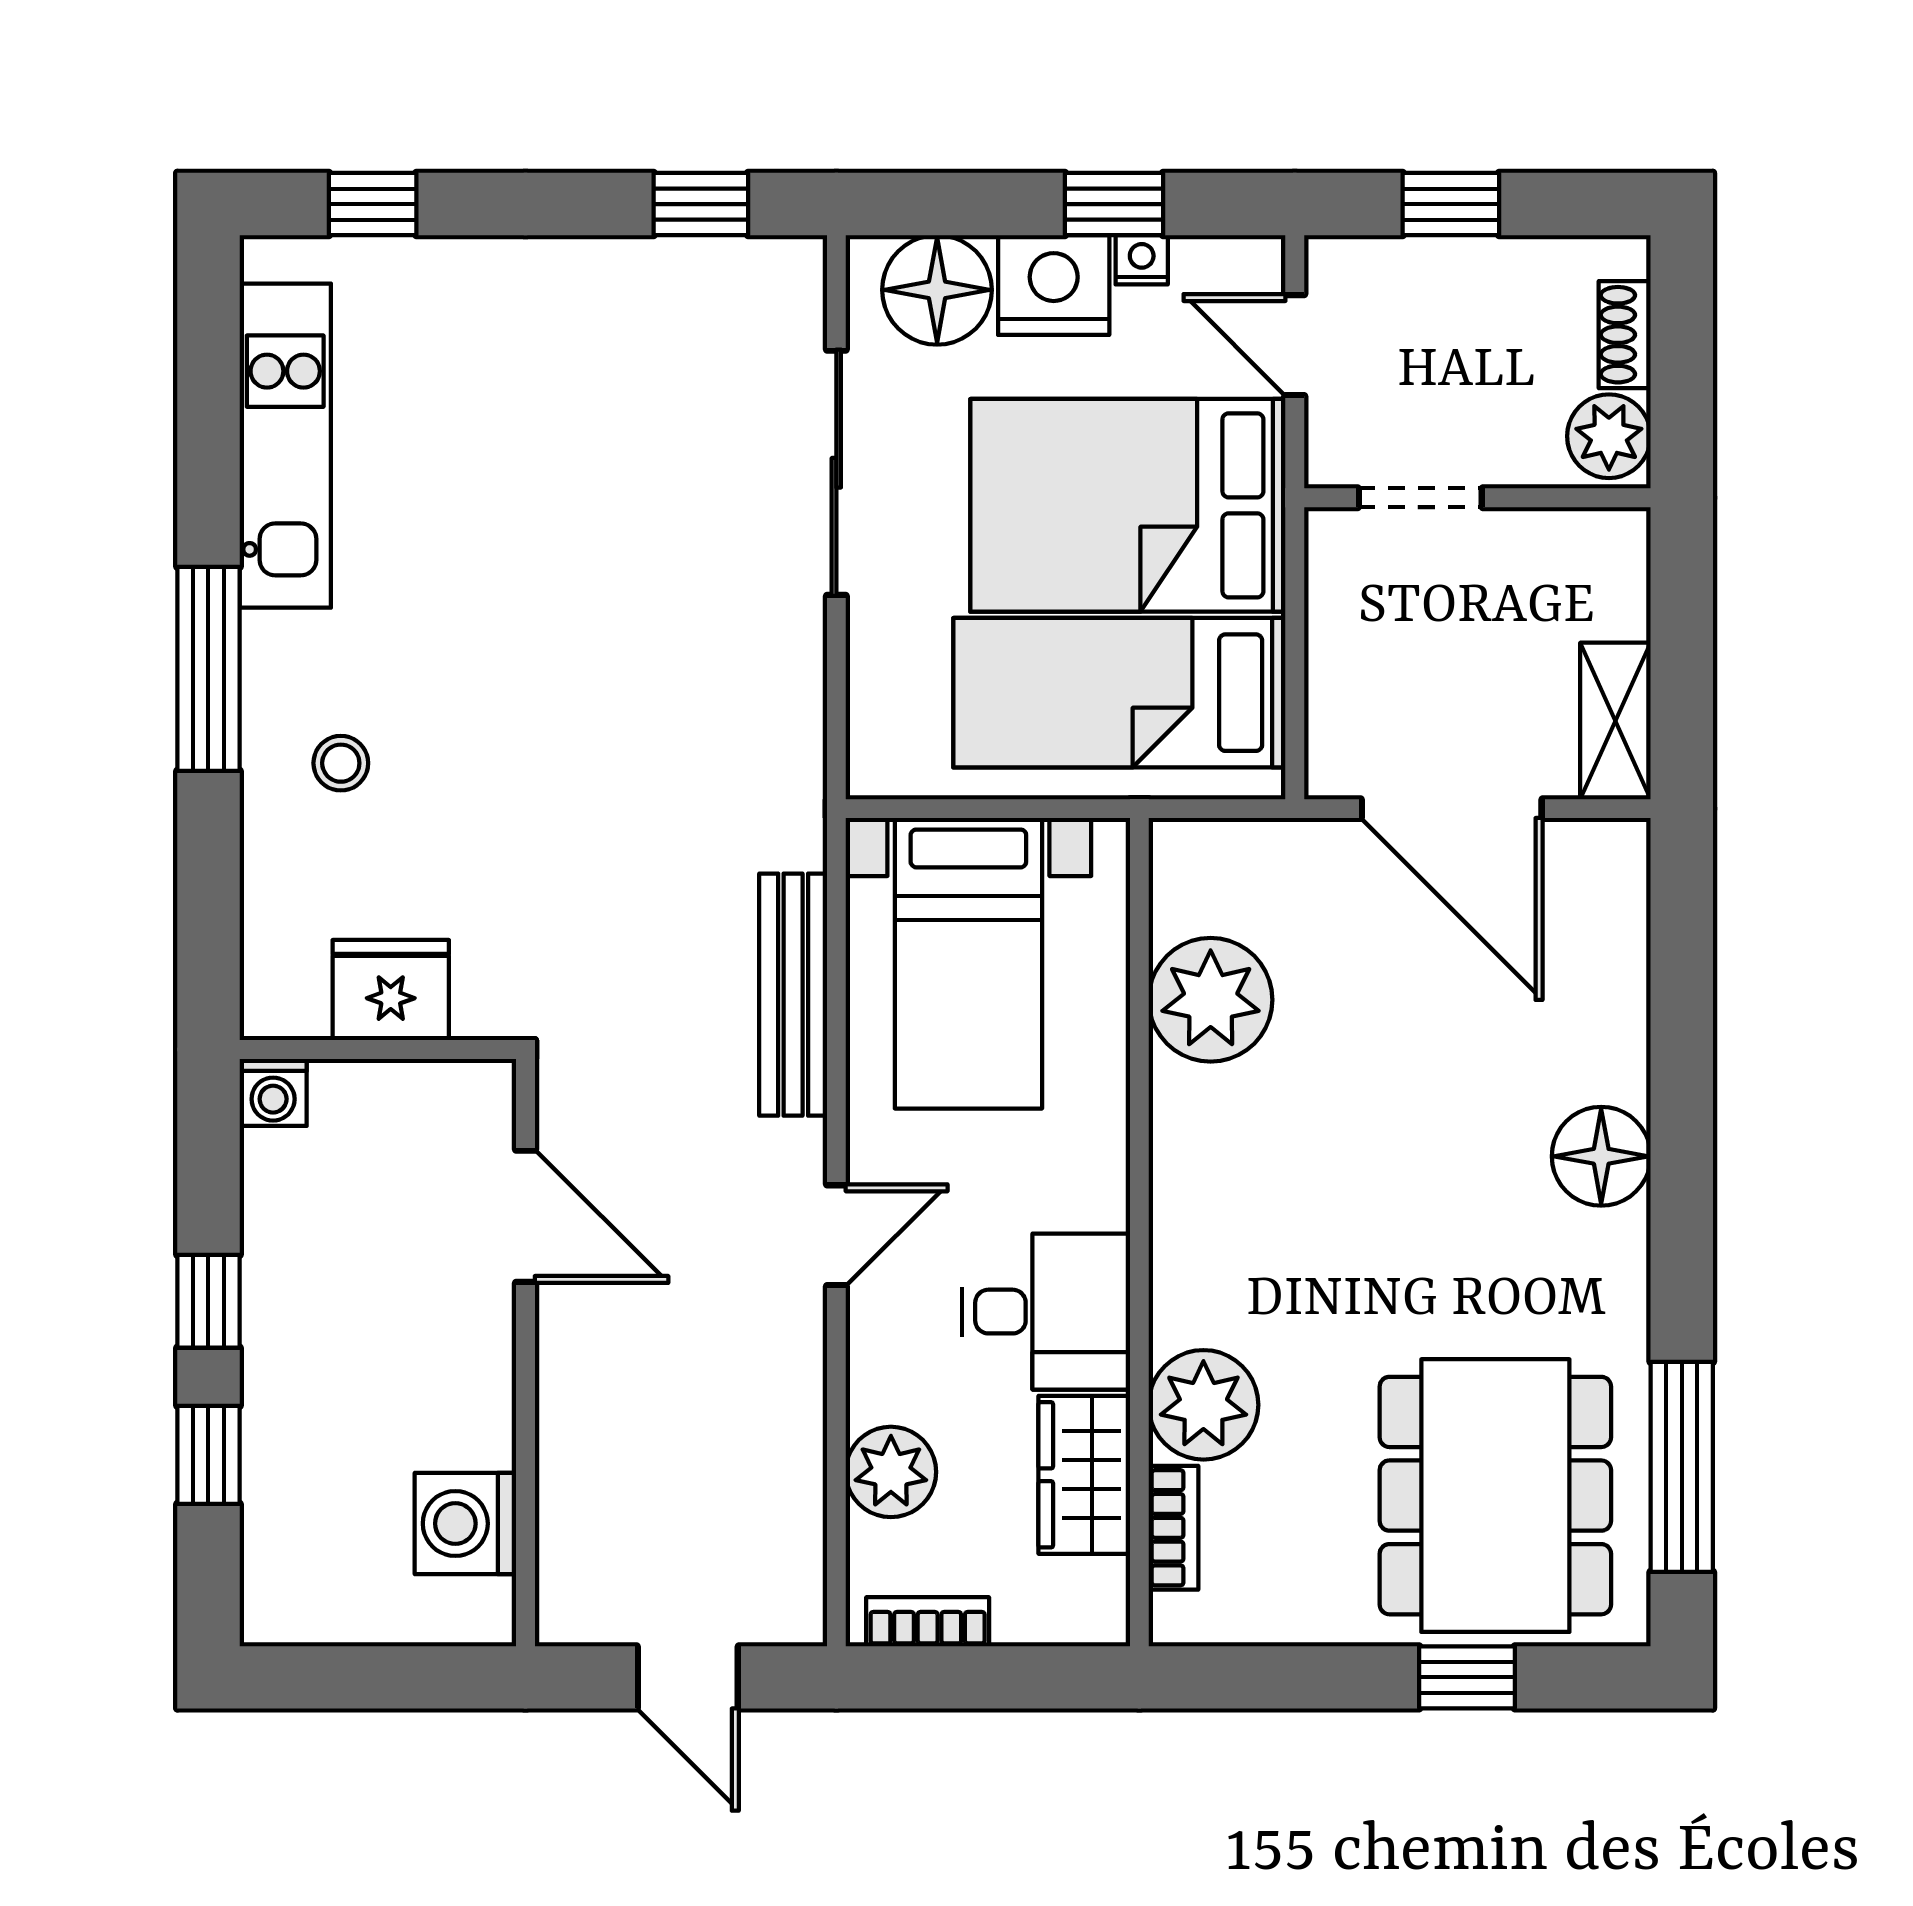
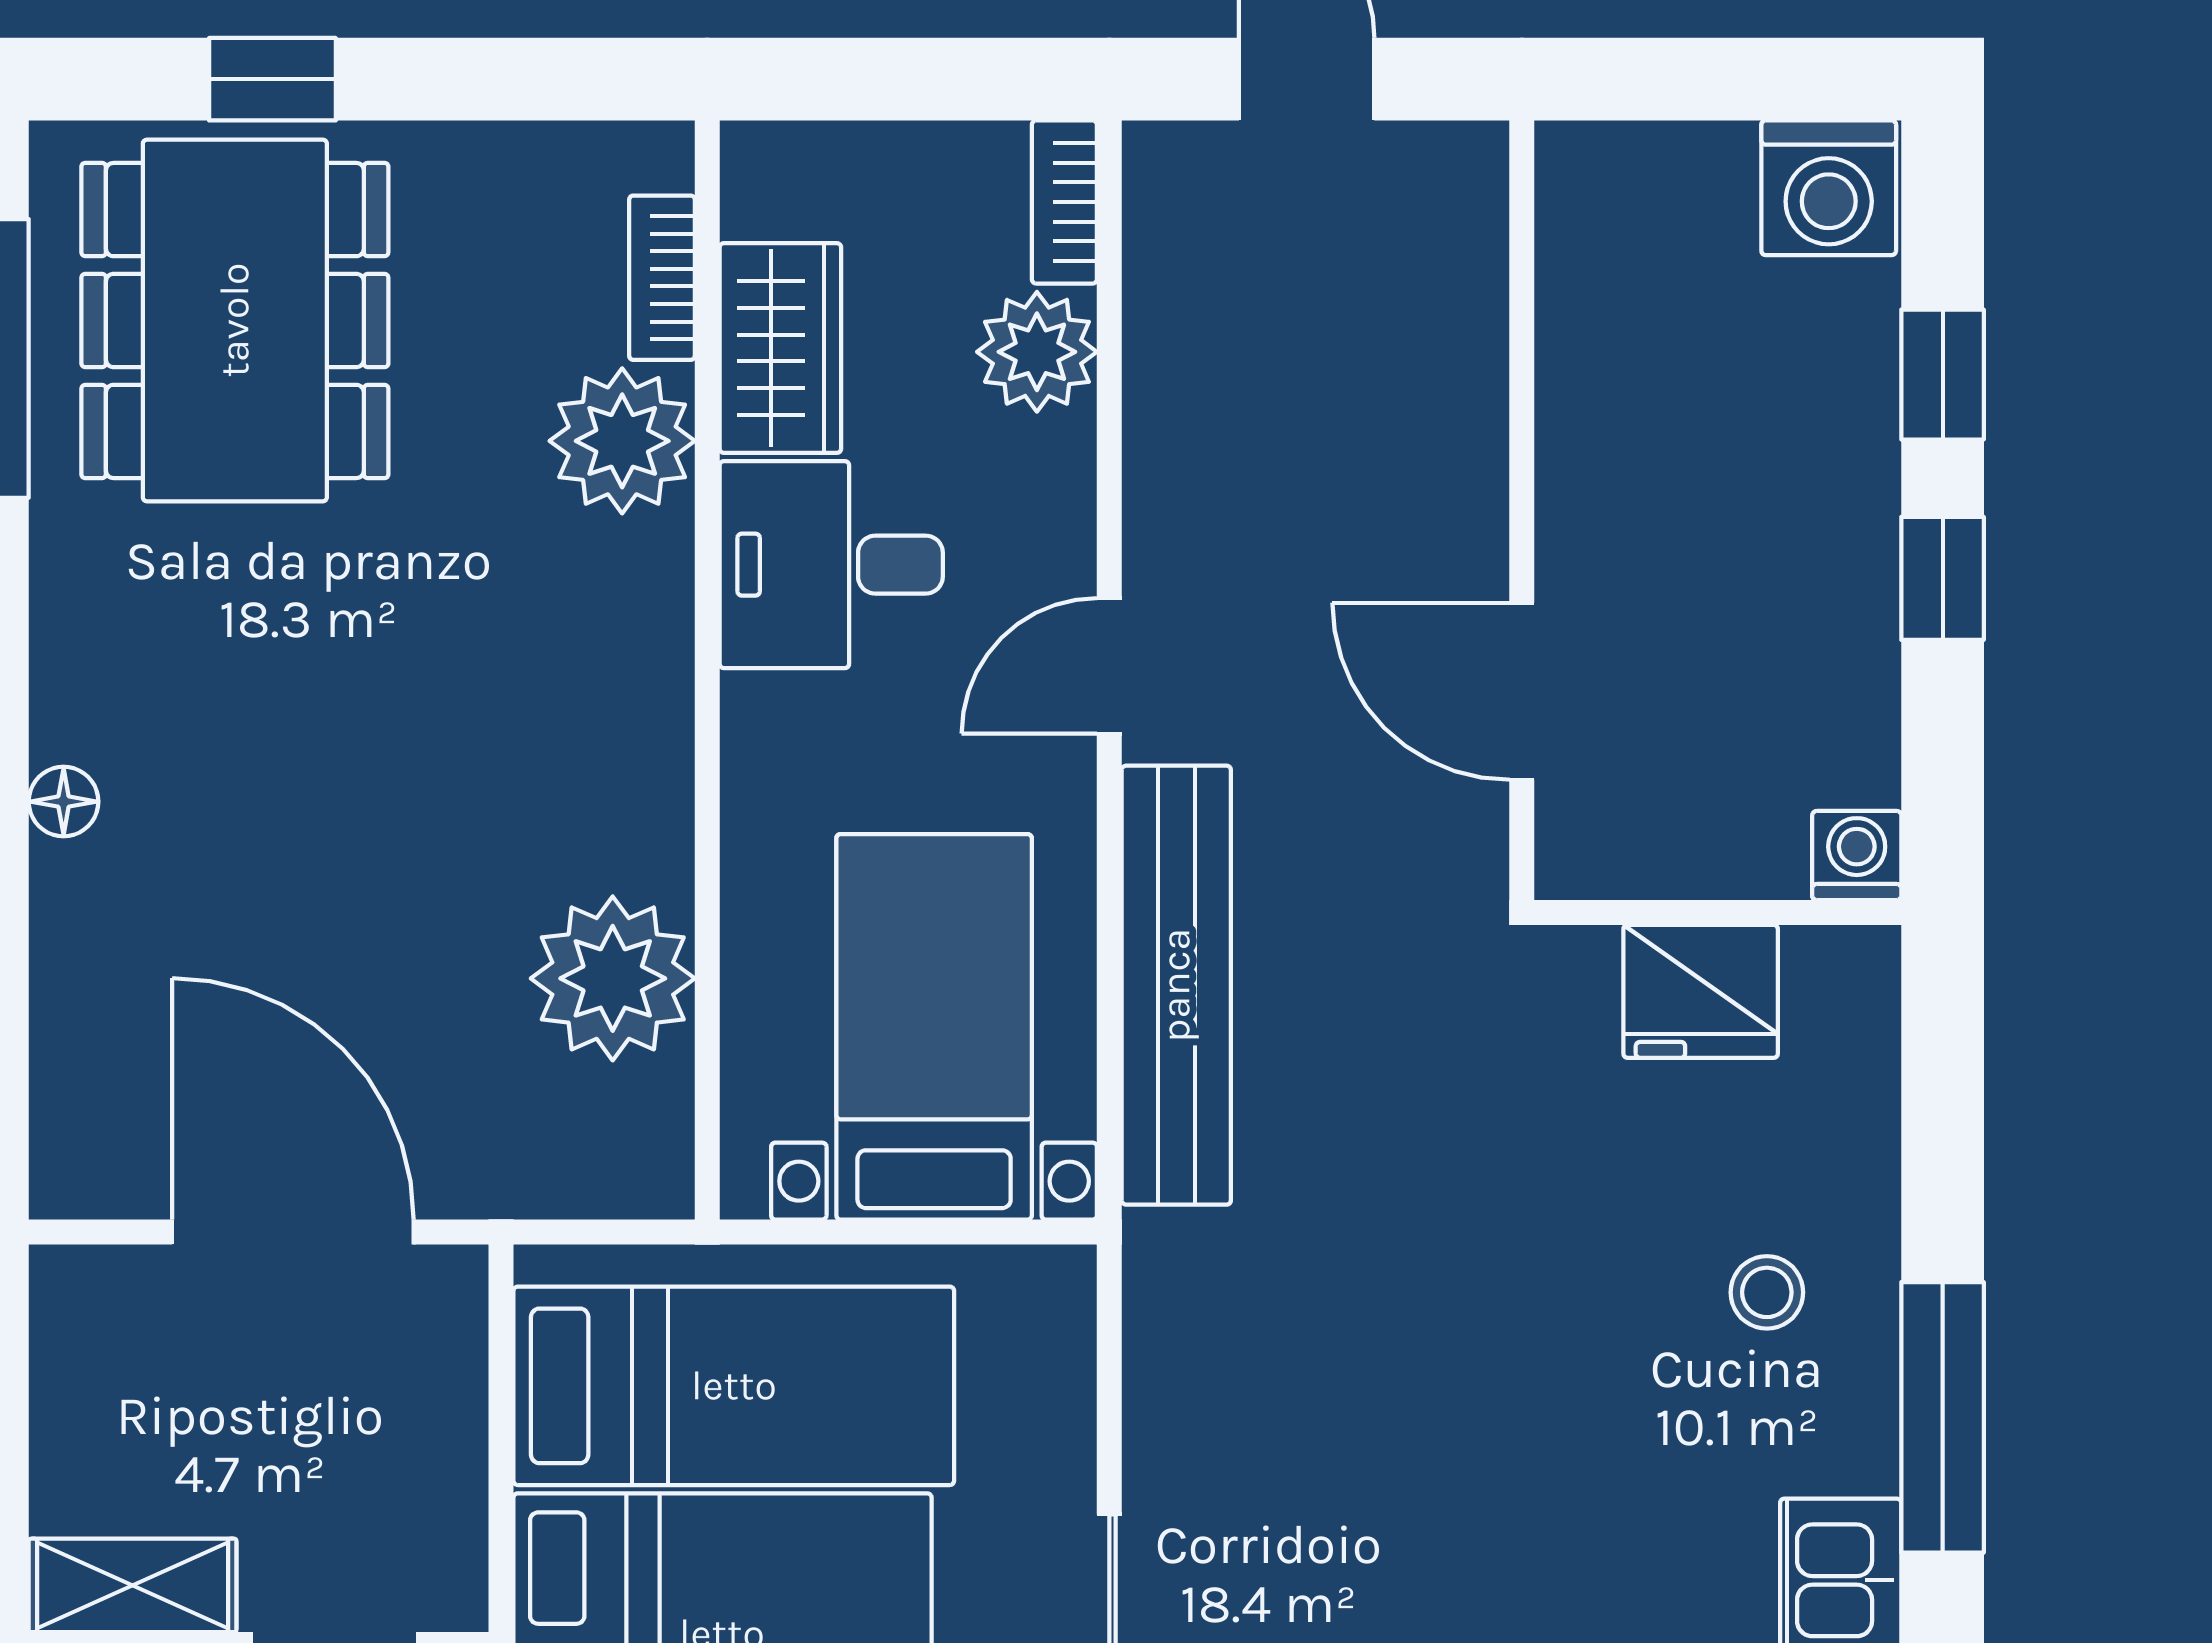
shelving: (1615, 721) -> (133, 1585), moved, turned 90
bench: (793, 995) -> (1176, 985), width x1.37, depth x1.21
floor lamp: (1601, 1156) -> (64, 802), width x0.53, depth x0.53
washing machine: (465, 1524) -> (1829, 188), moved, turned 90
bookcase: (928, 1622) -> (1064, 202), moved, turned 90

